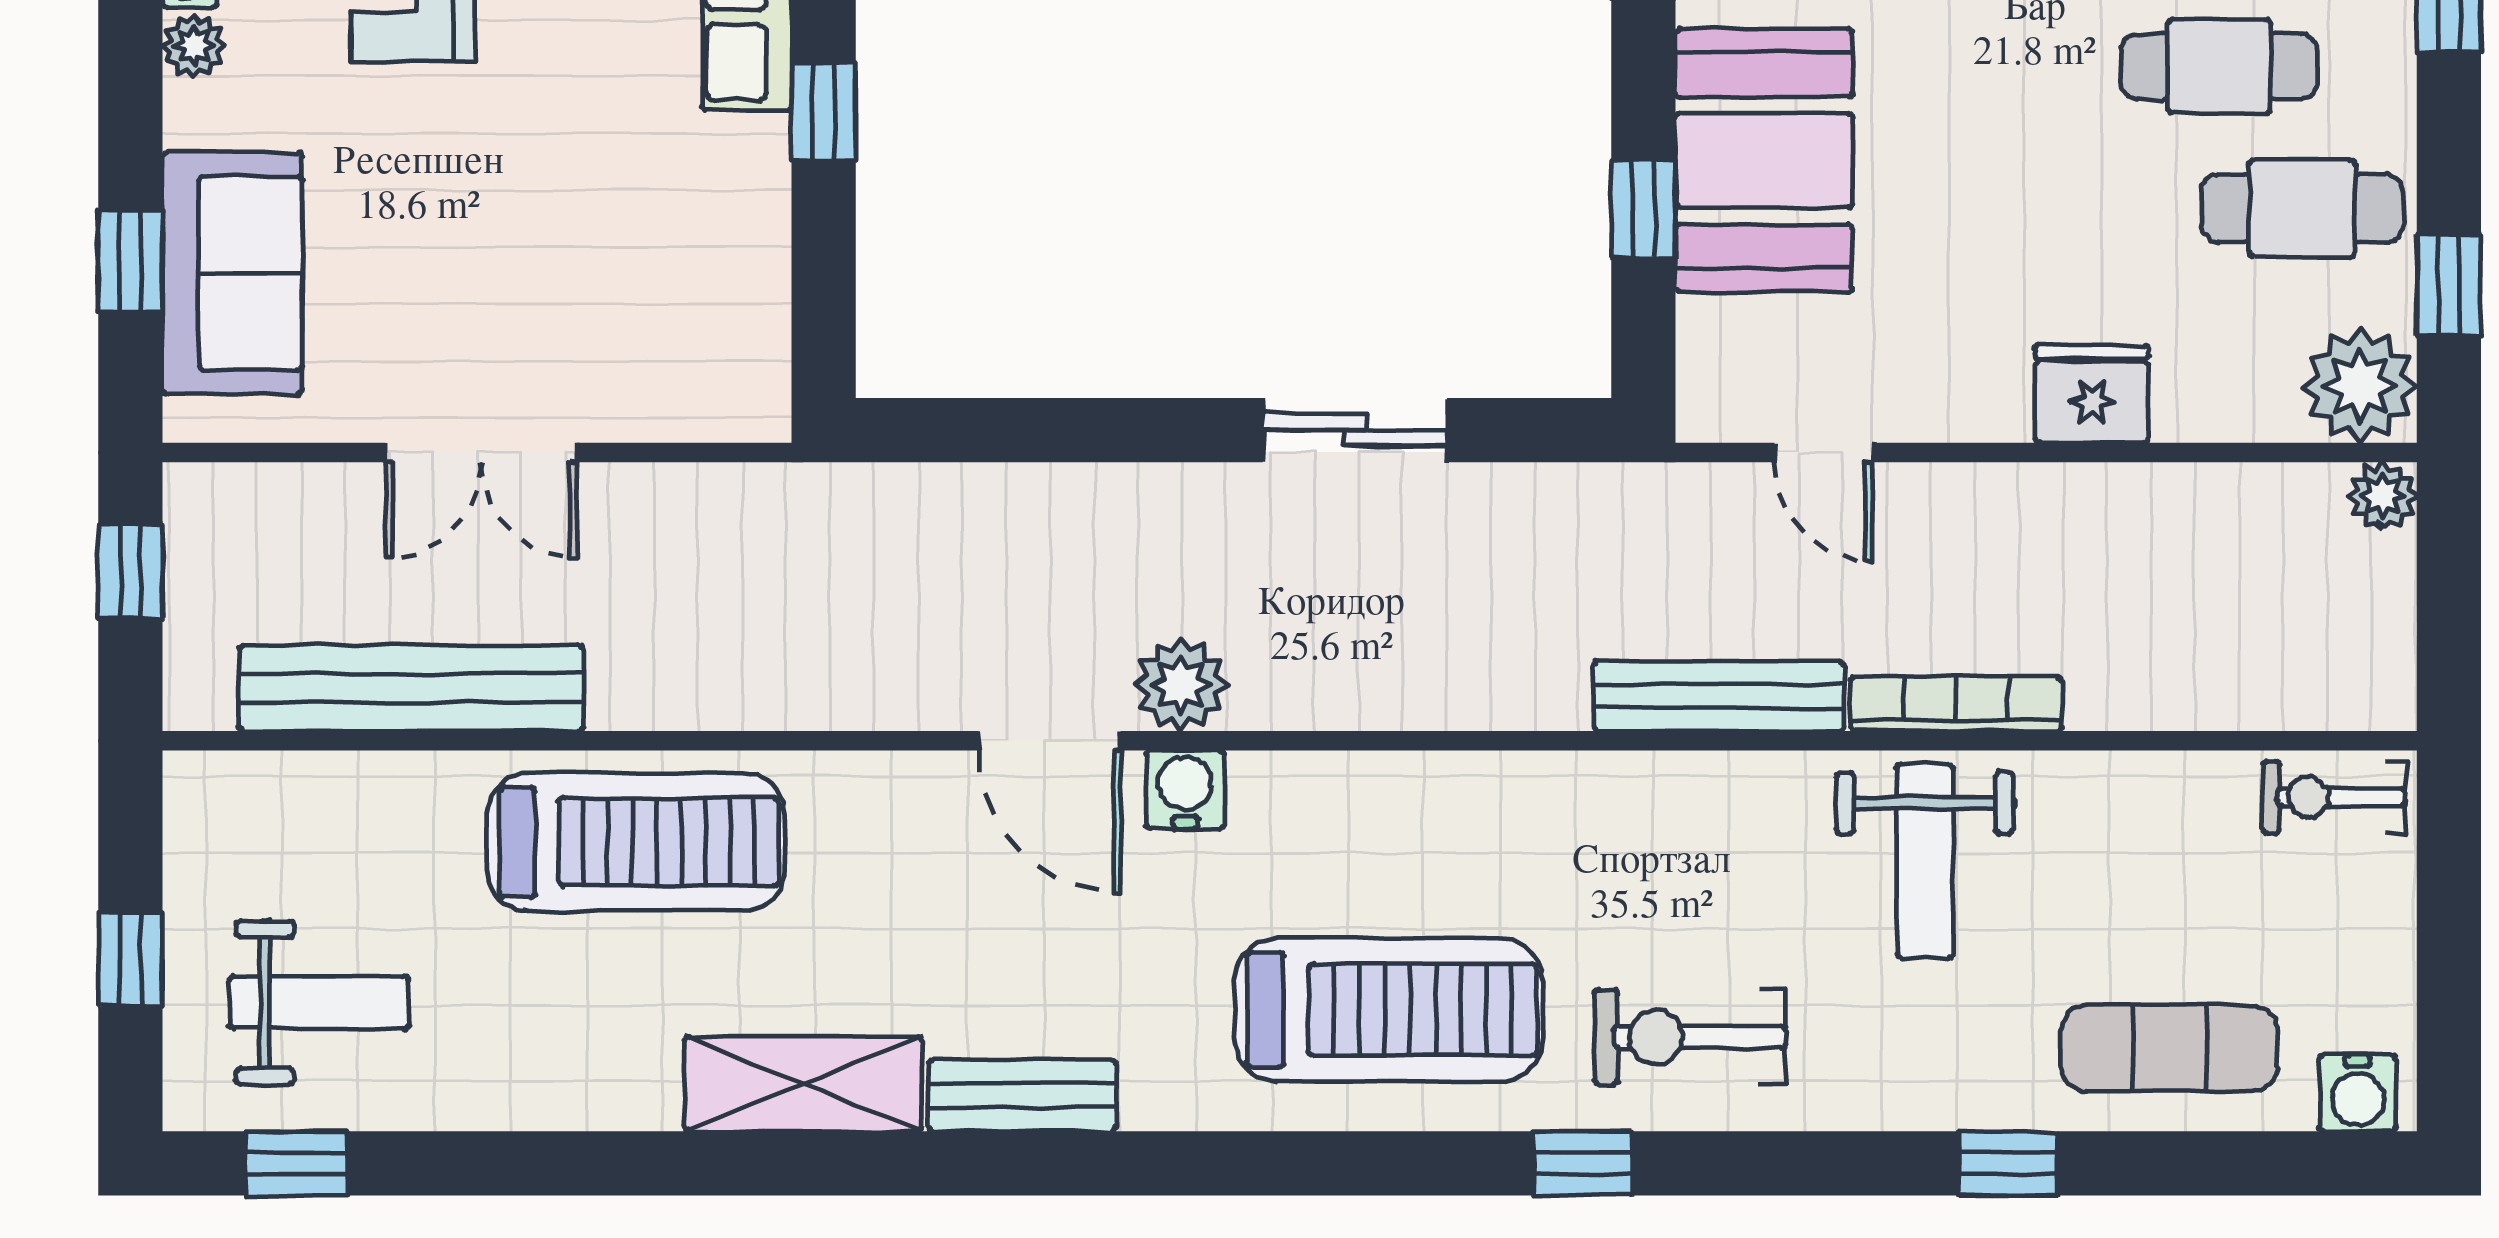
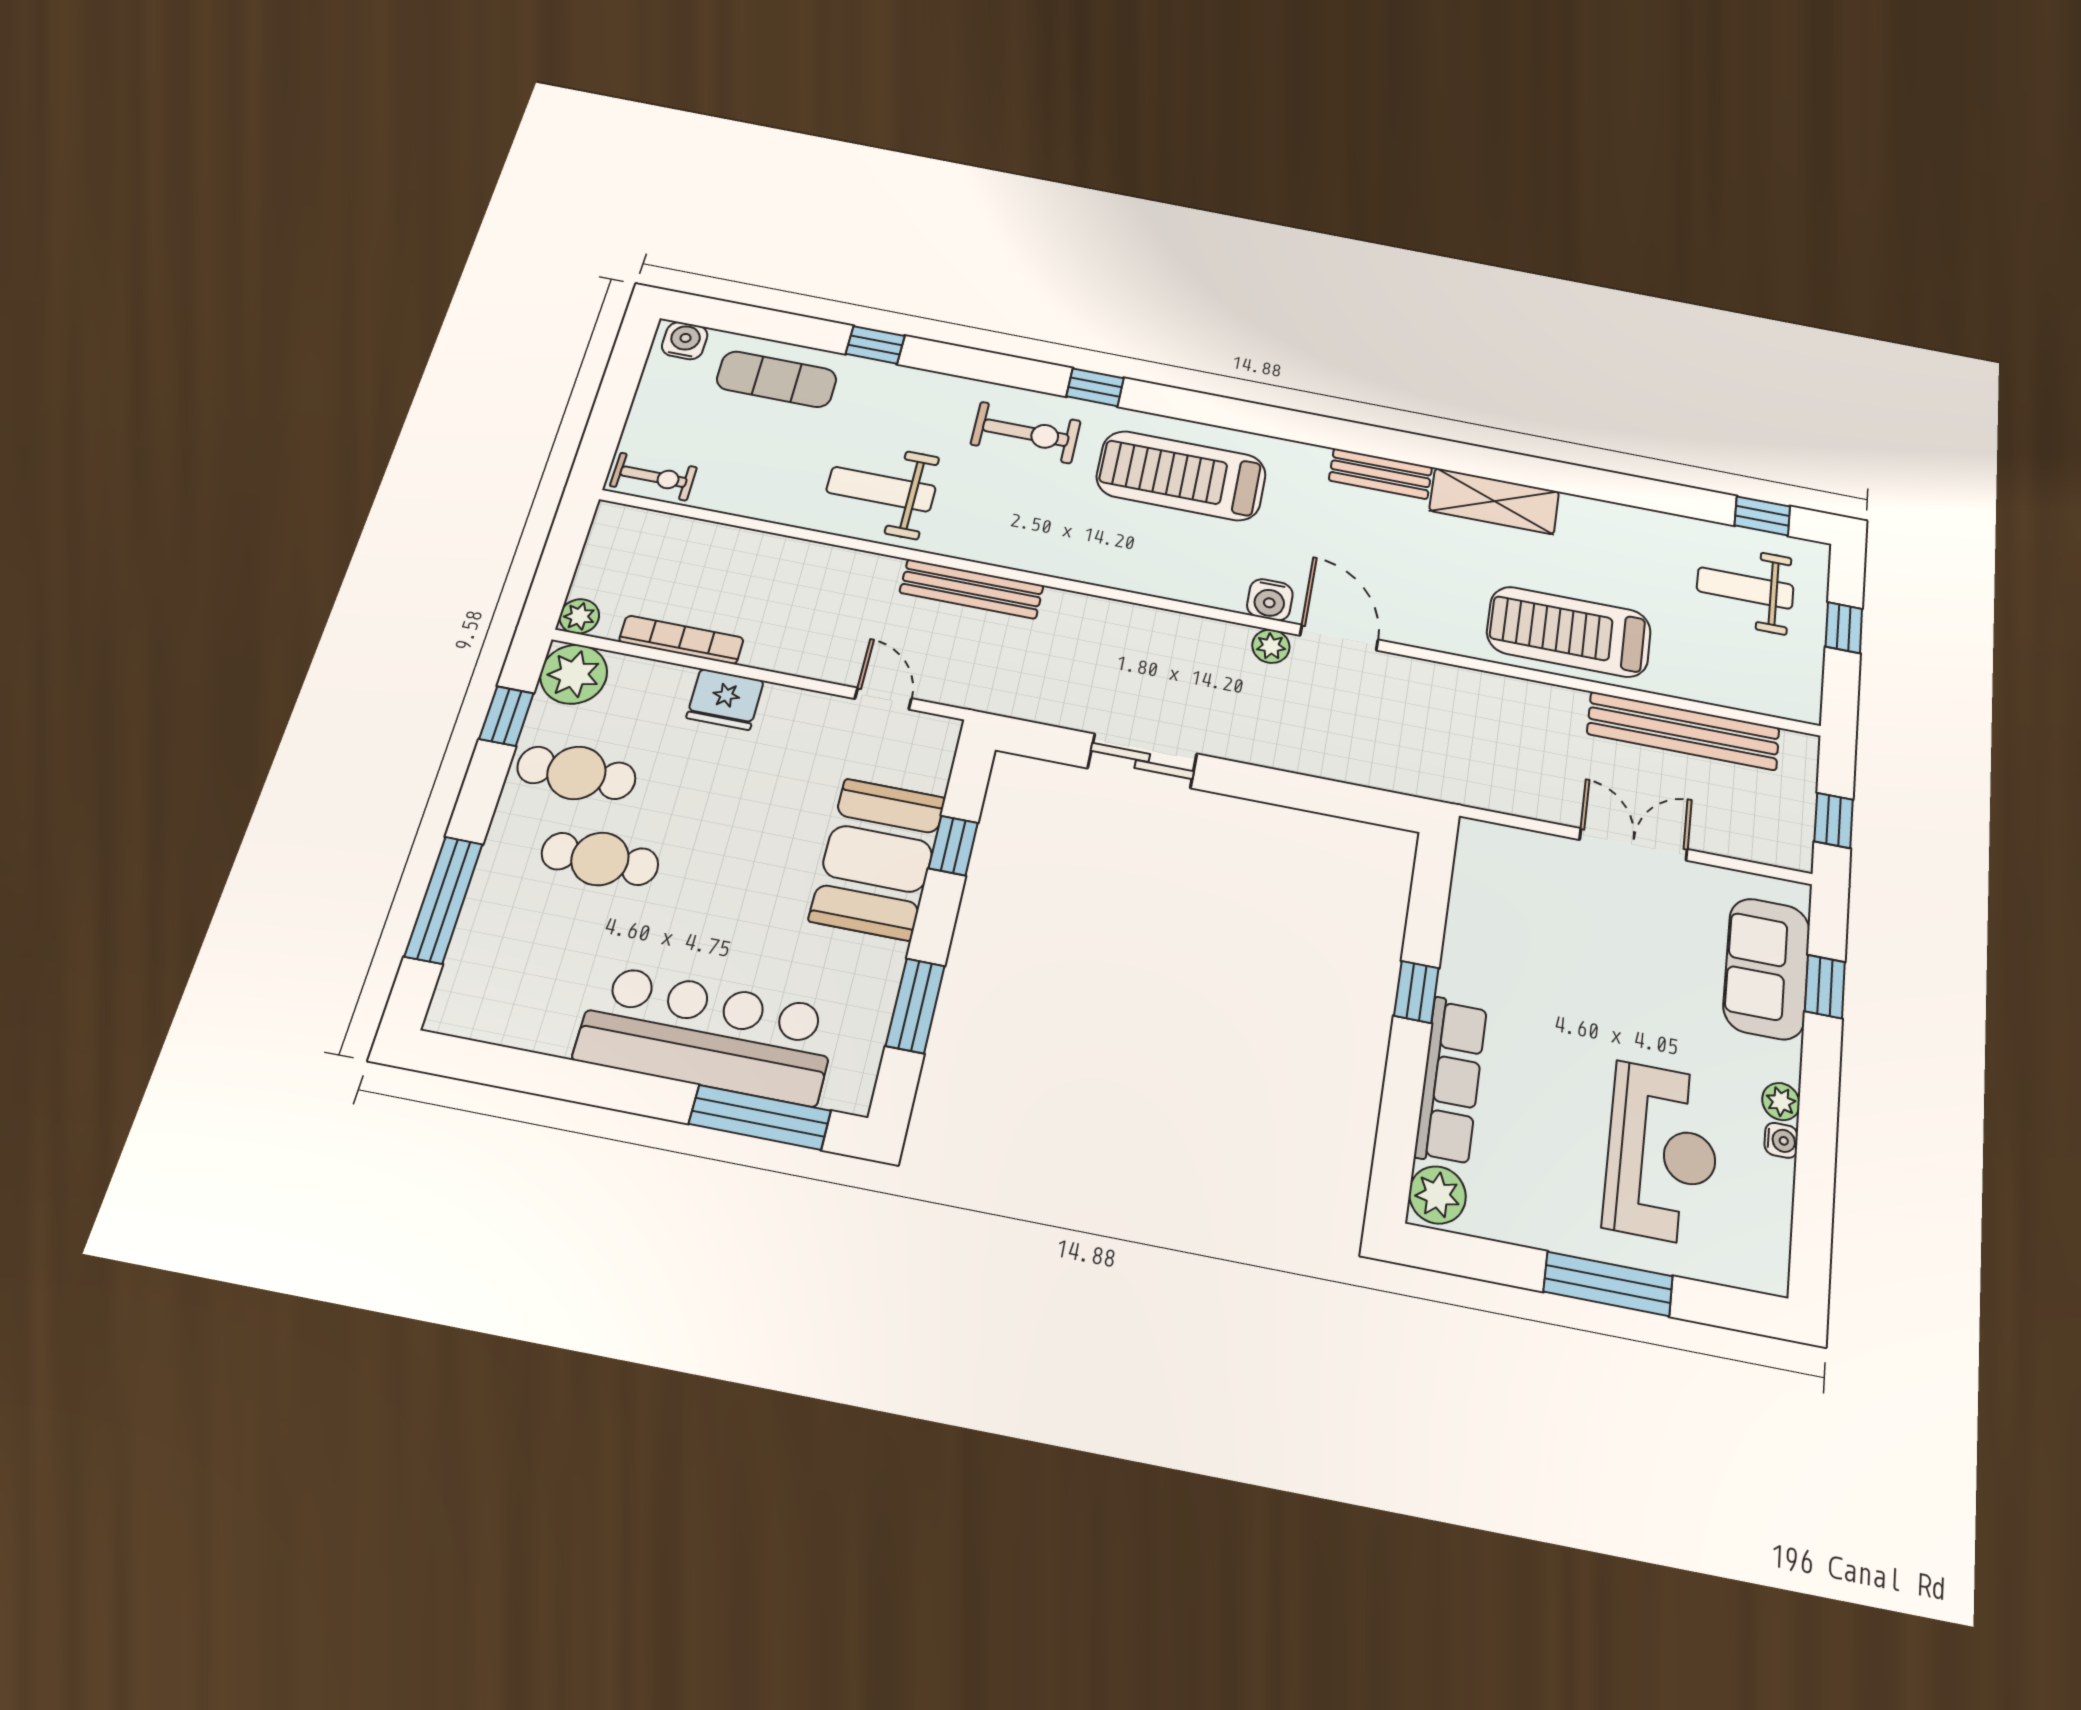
plant: (1181, 685) -> (1271, 646), width x0.73, depth x0.73
bookcase: (1956, 704) -> (681, 640), moved, turned 180
weight bench: (1925, 861) -> (881, 489), turned -90

